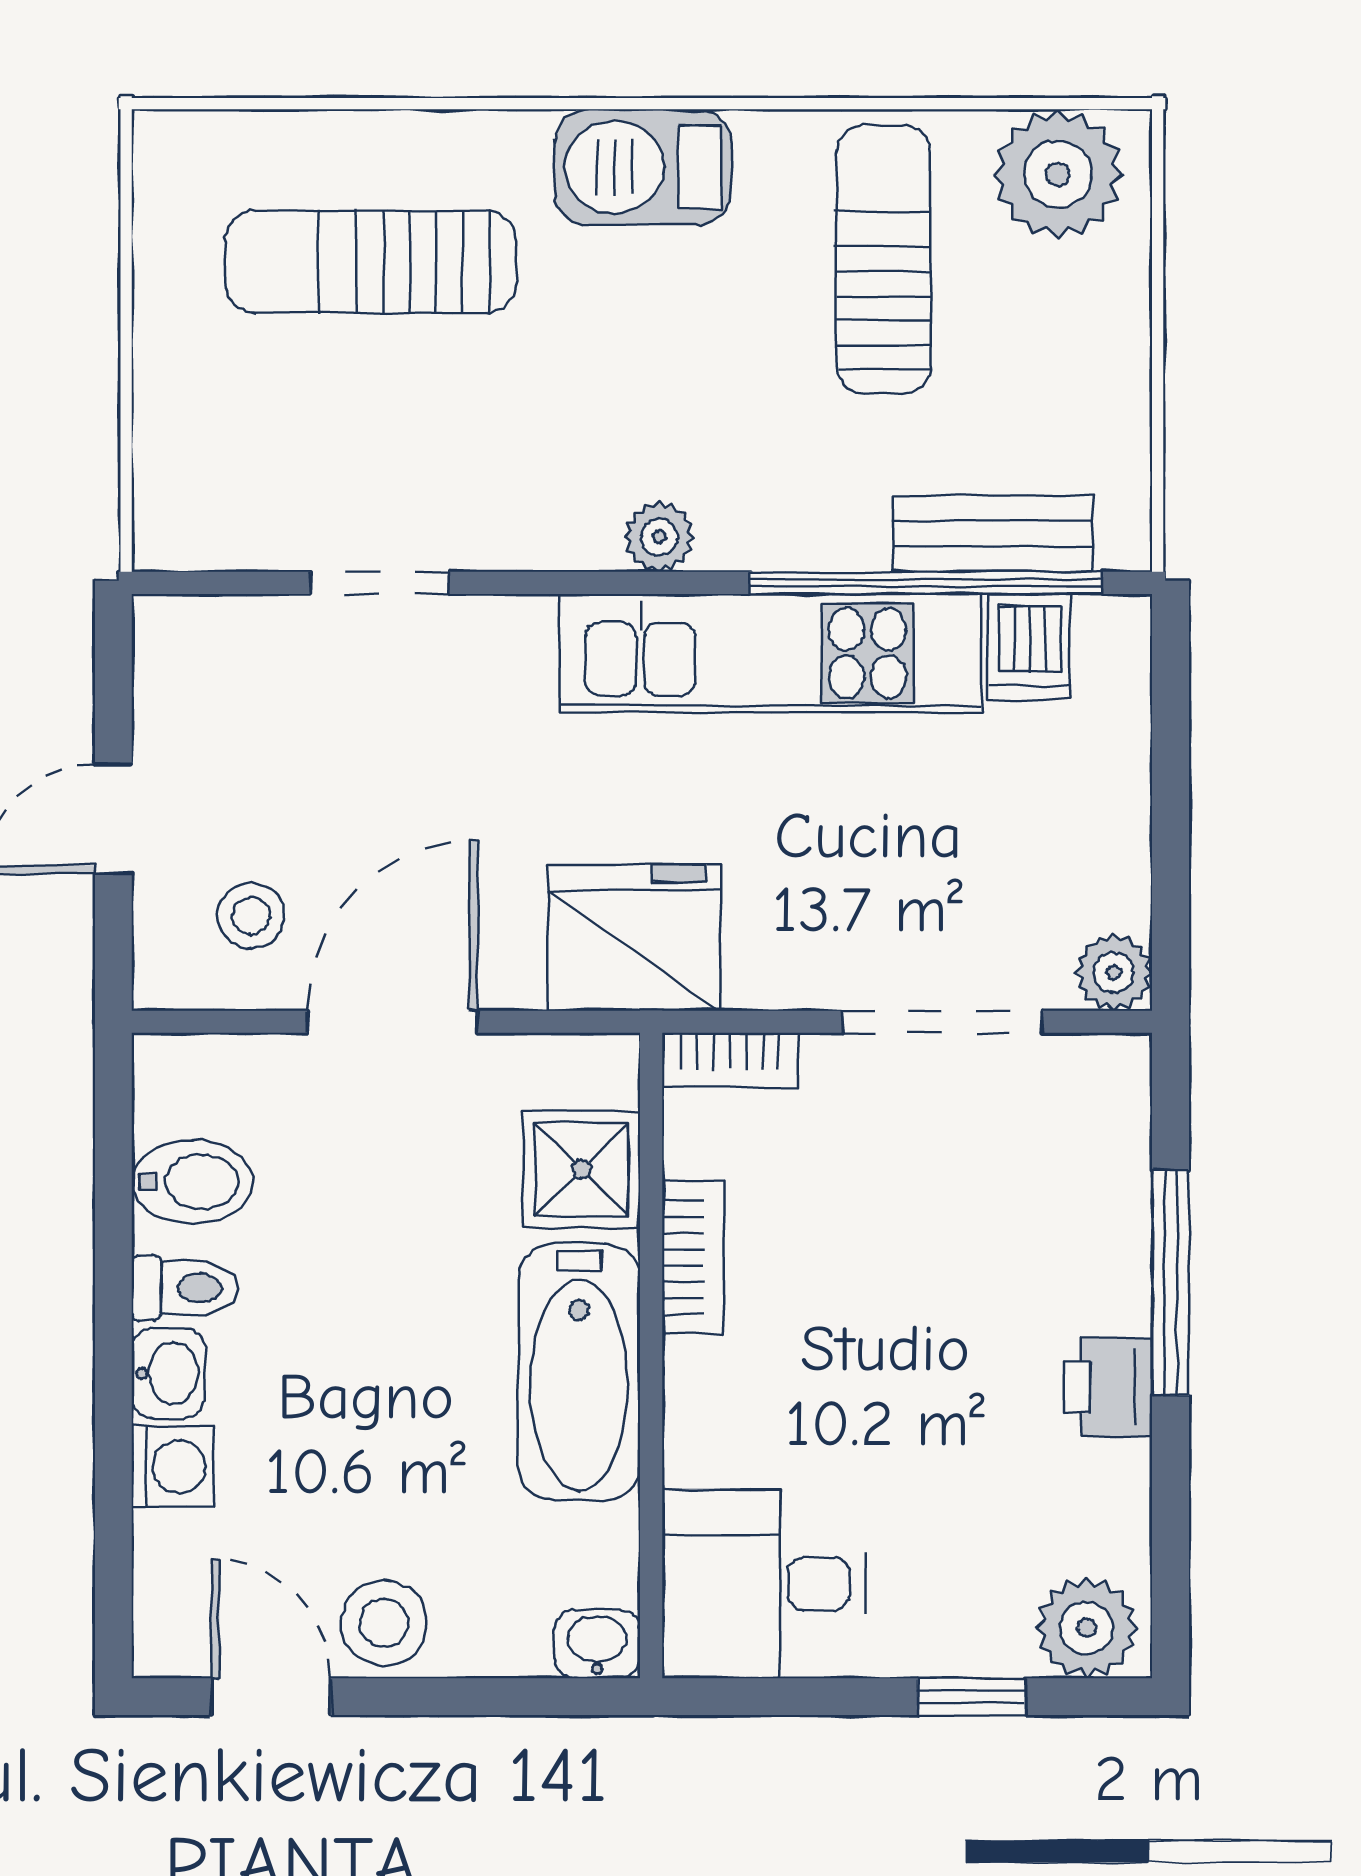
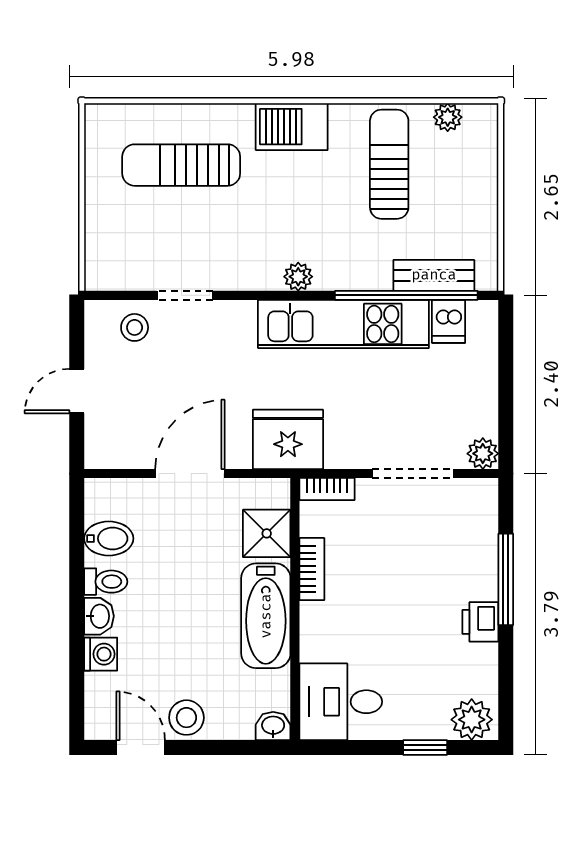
plant: (1058, 174) -> (448, 117), width x0.53, depth x0.53
stool: (251, 916) -> (135, 327), moved

